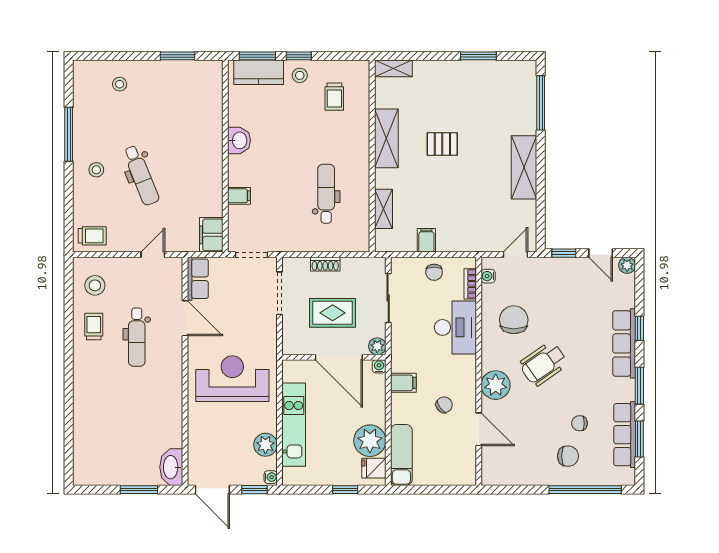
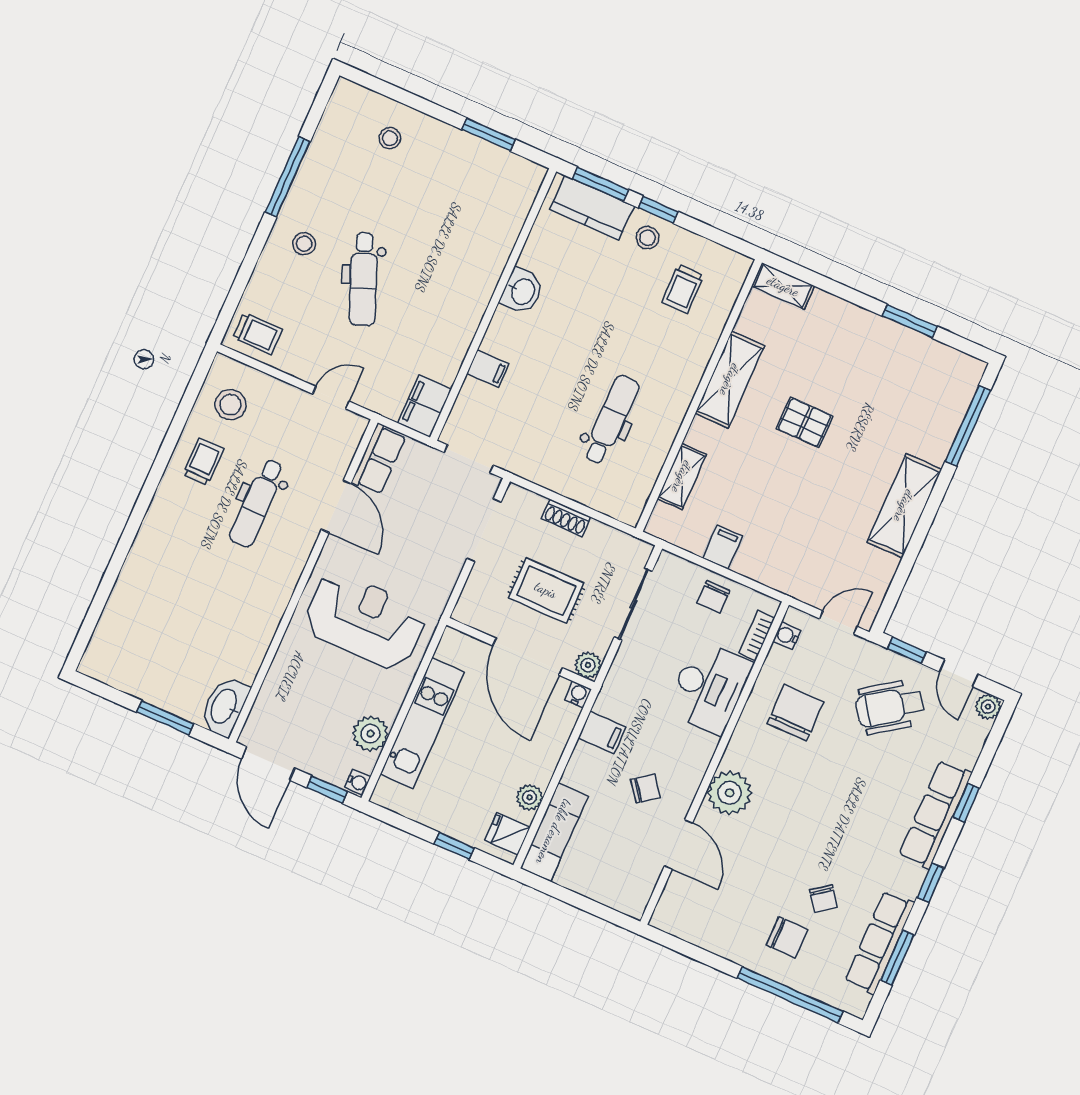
wheelchair: (544, 364) -> (890, 707), moved
window: (639, 386) -> (930, 883), width x0.67
chair: (580, 423) -> (823, 898), turned -127
plant: (370, 441) -> (529, 797), width x0.53, depth x0.53

